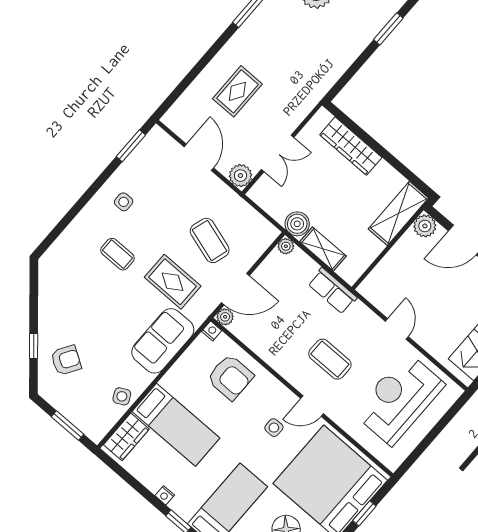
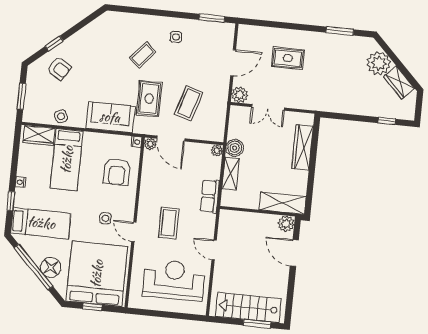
window: (388, 29) -> (387, 121), width x0.67
coffee table: (118, 254) -> (143, 55), turned 41
door: (397, 329) -> (214, 250), swing flipped

